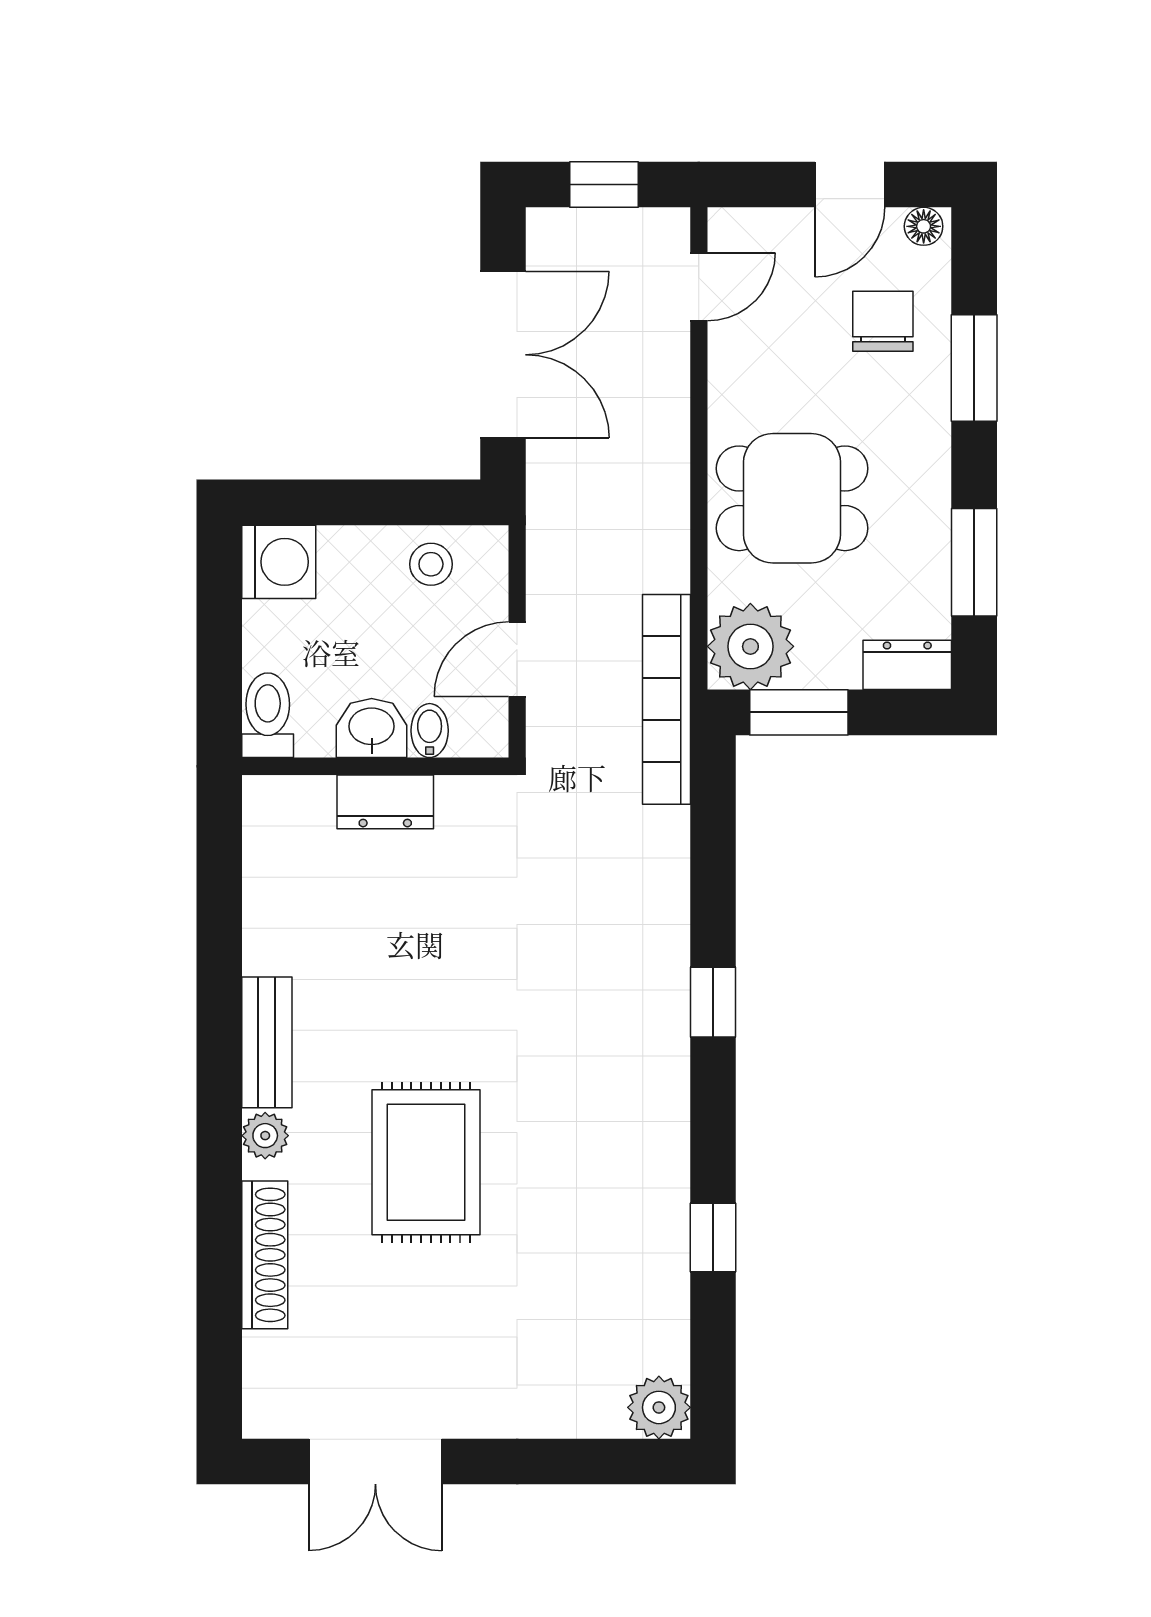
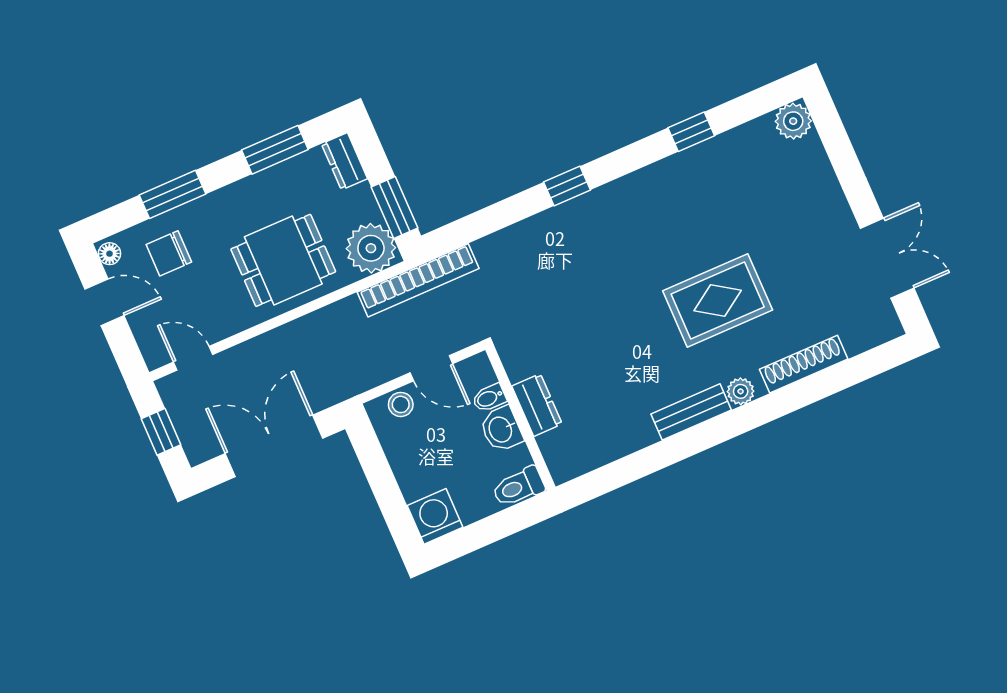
dining table: (792, 498) -> (283, 260), turned 90
stool: (431, 564) -> (401, 404), moved

